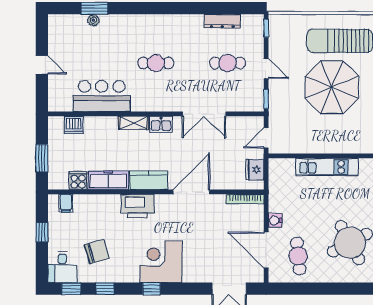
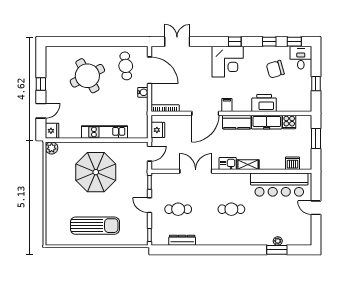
parasol: (332, 87) -> (96, 172), moved
bar counter: (102, 96) -> (279, 185), width x1.36
filing cabinet: (66, 203) -> (227, 105), moved
printer: (138, 206) -> (264, 103), moved

